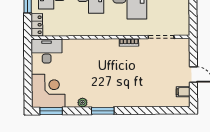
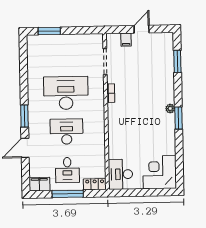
filing cabinet: (183, 92) -> (126, 40), moved
plant: (82, 103) -> (170, 109), moved
window: (51, 111) -> (177, 61), moved

